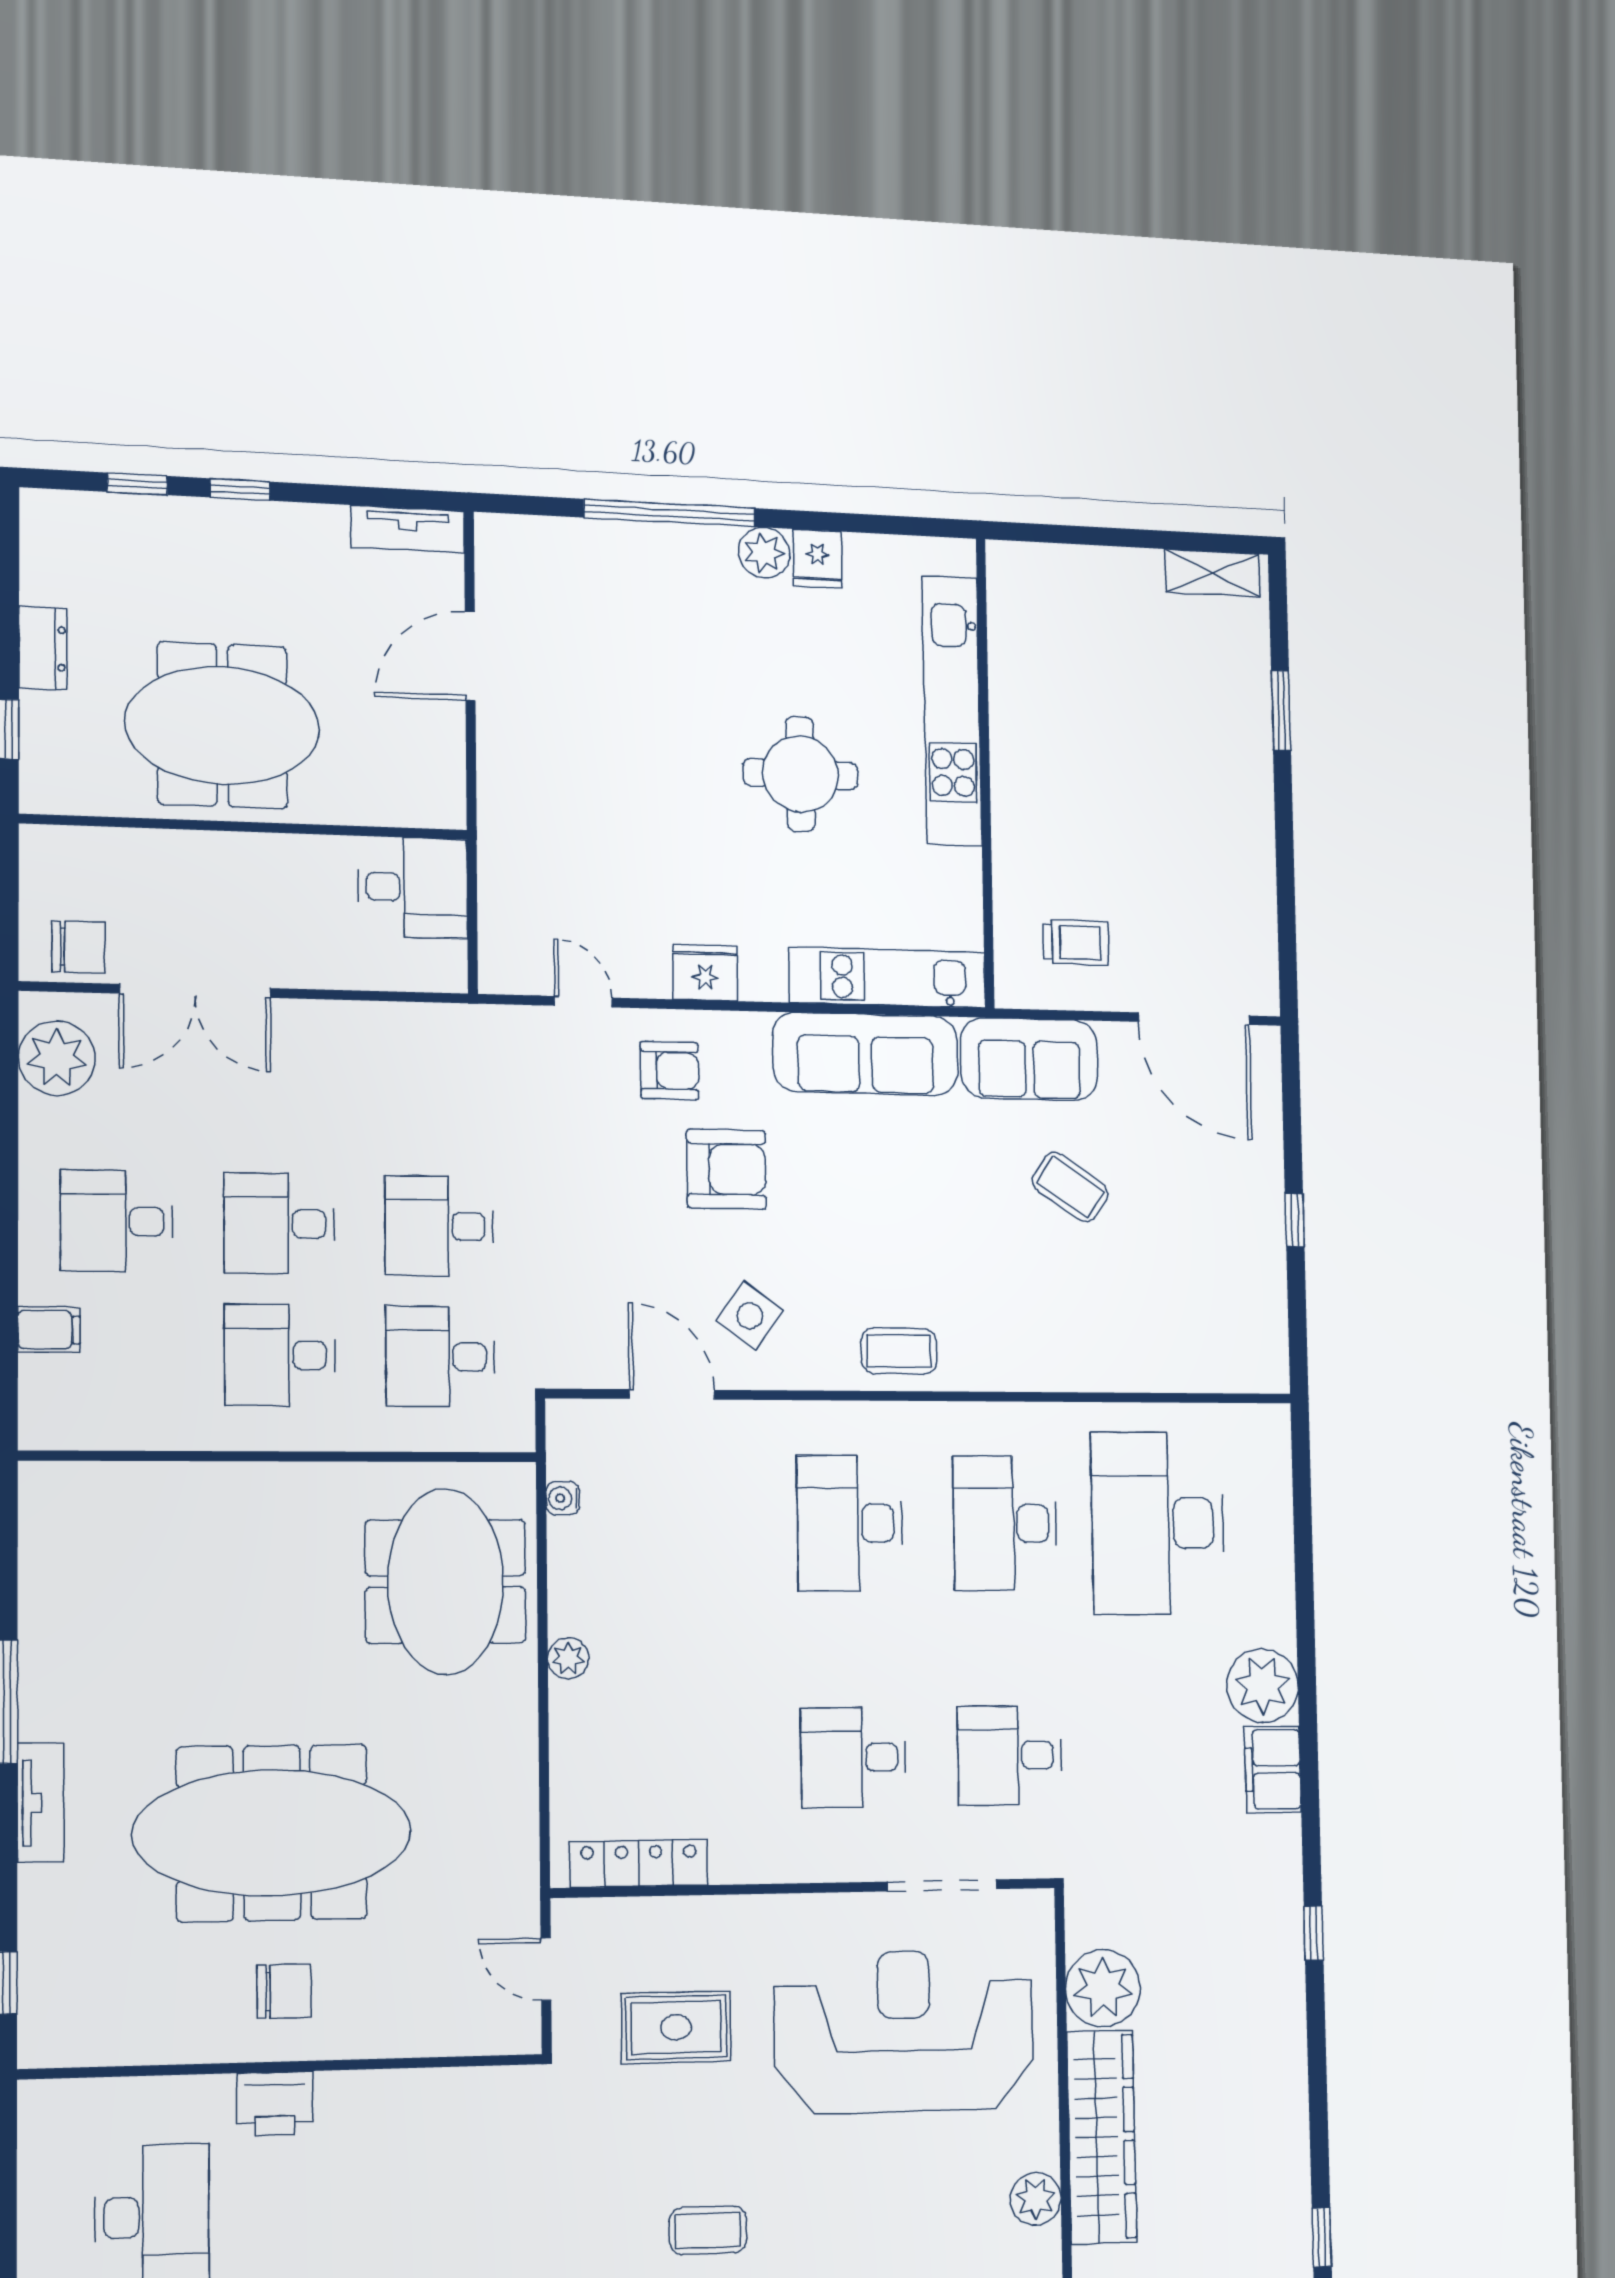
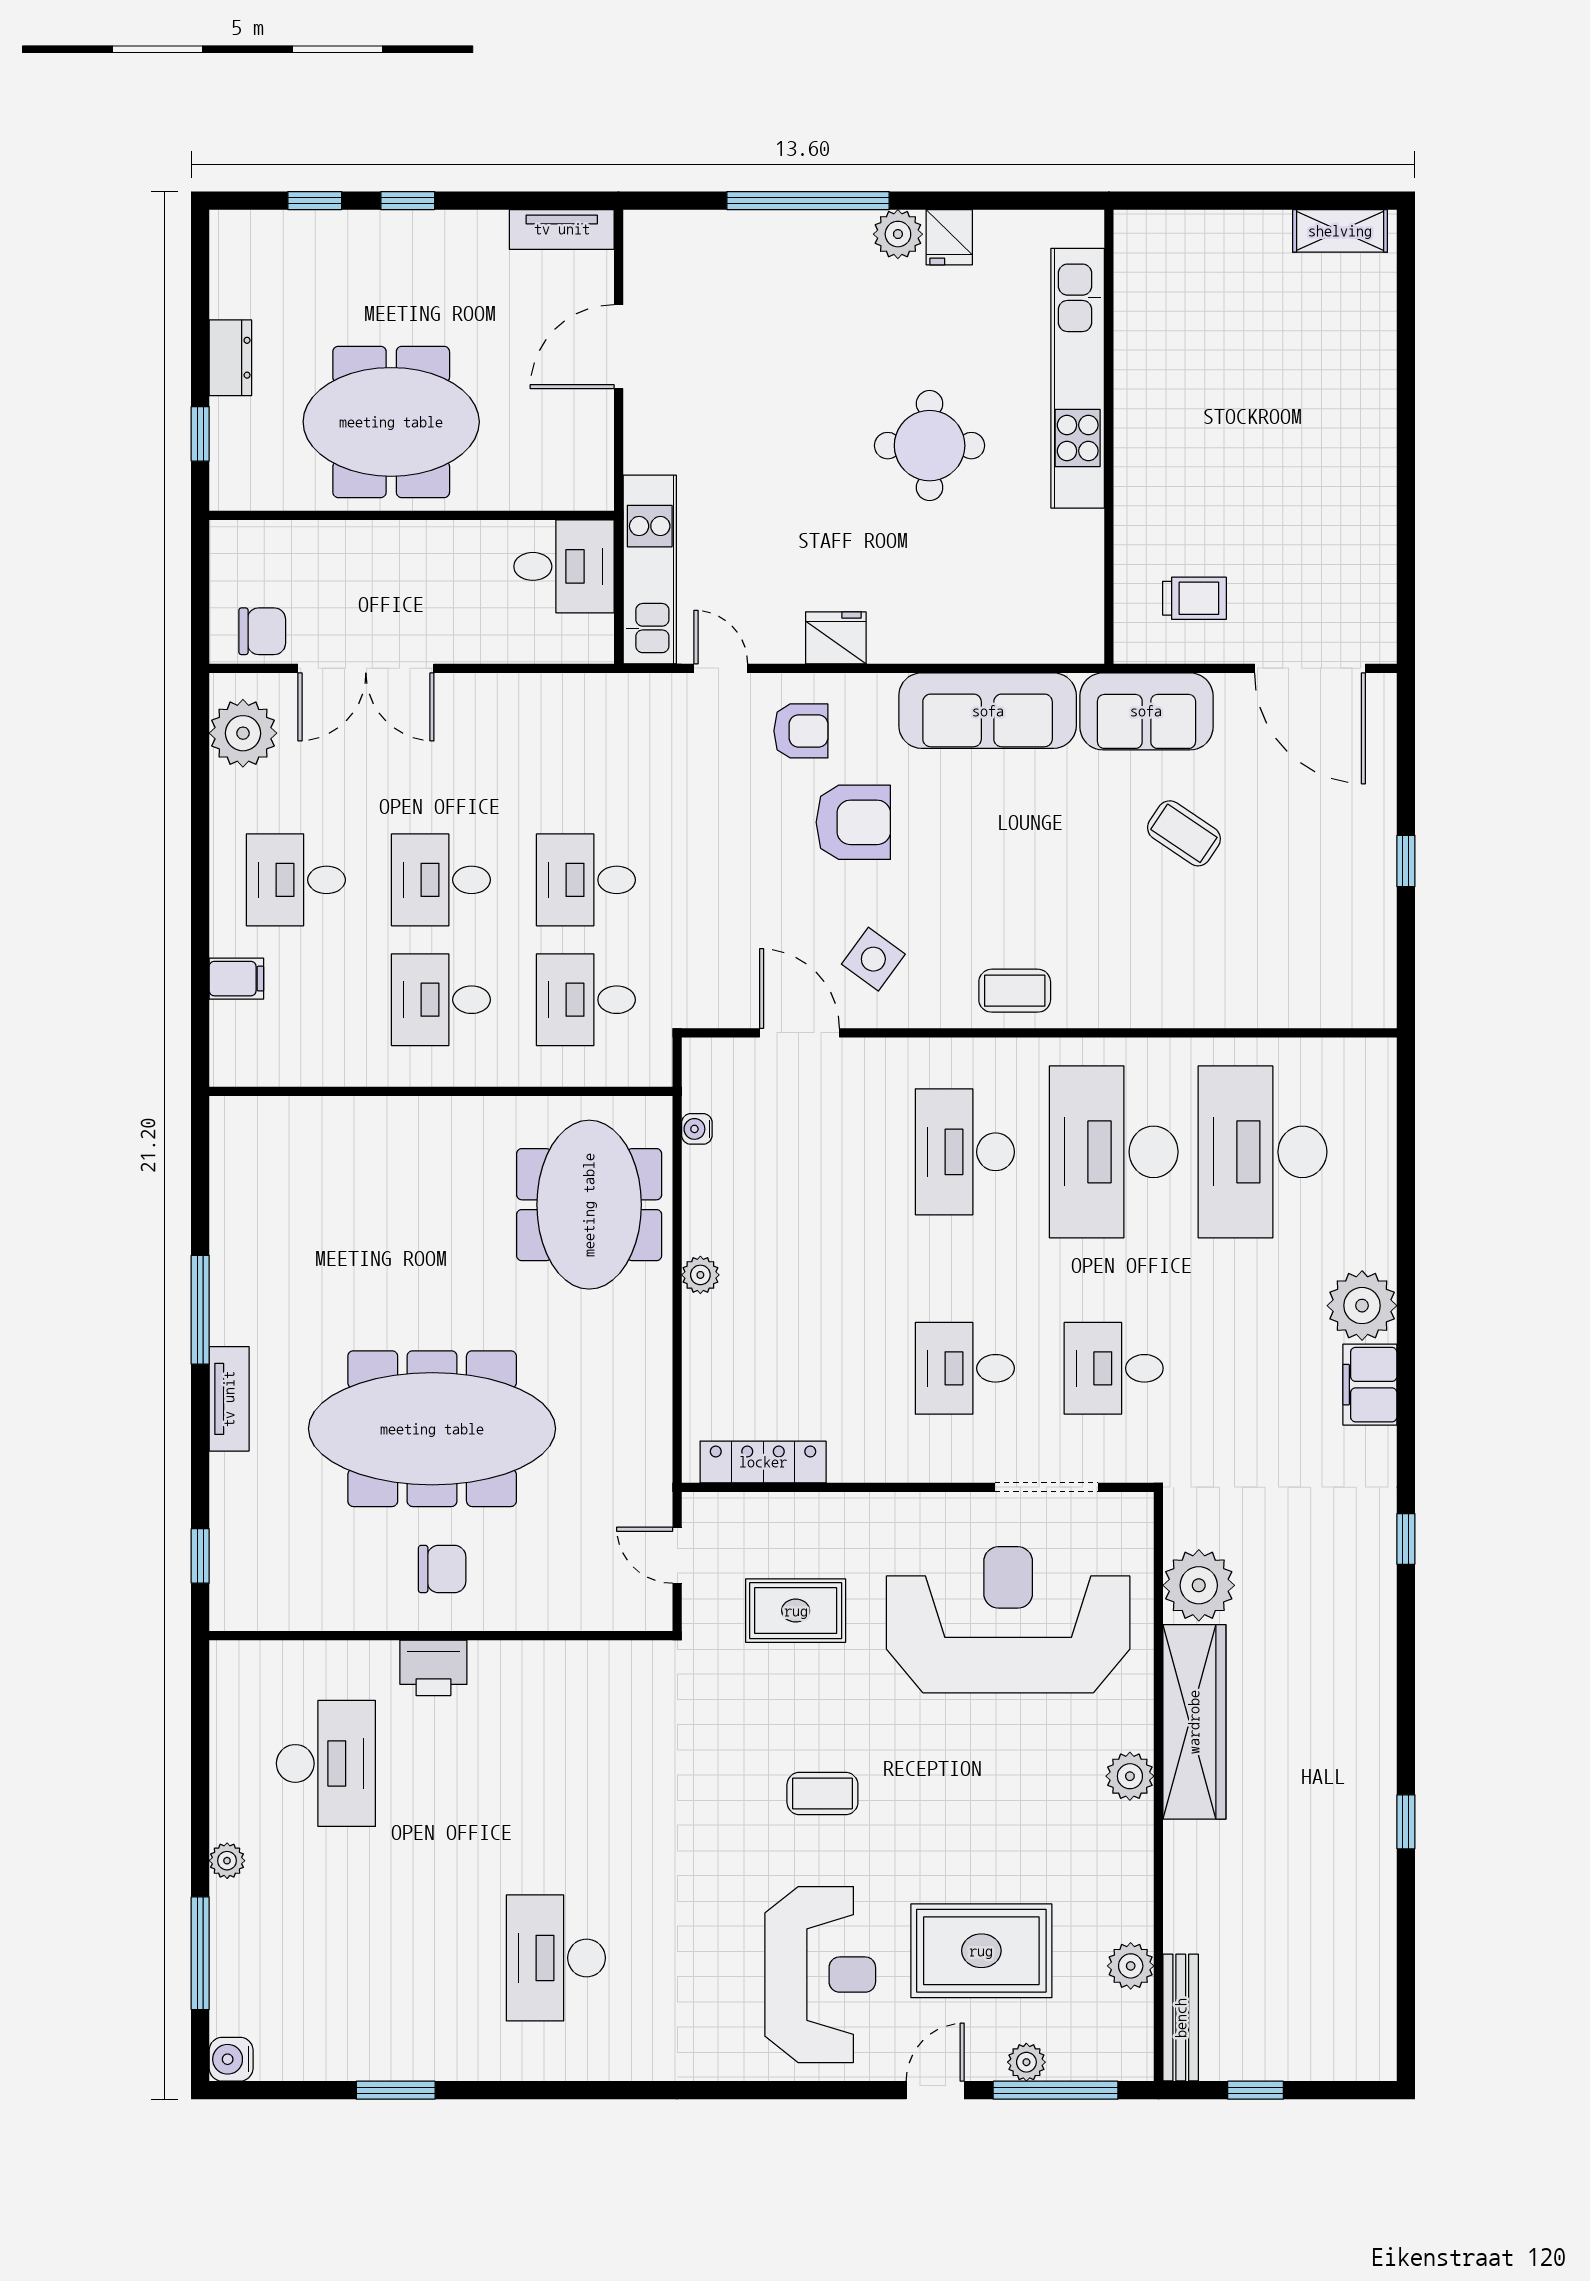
window: (1281, 711) -> (1406, 364), removed
kitchen unit: (887, 978) -> (650, 569), moved, turned 90
desk: (1005, 1523) -> (1114, 1152), width x1.36, depth x1.30

